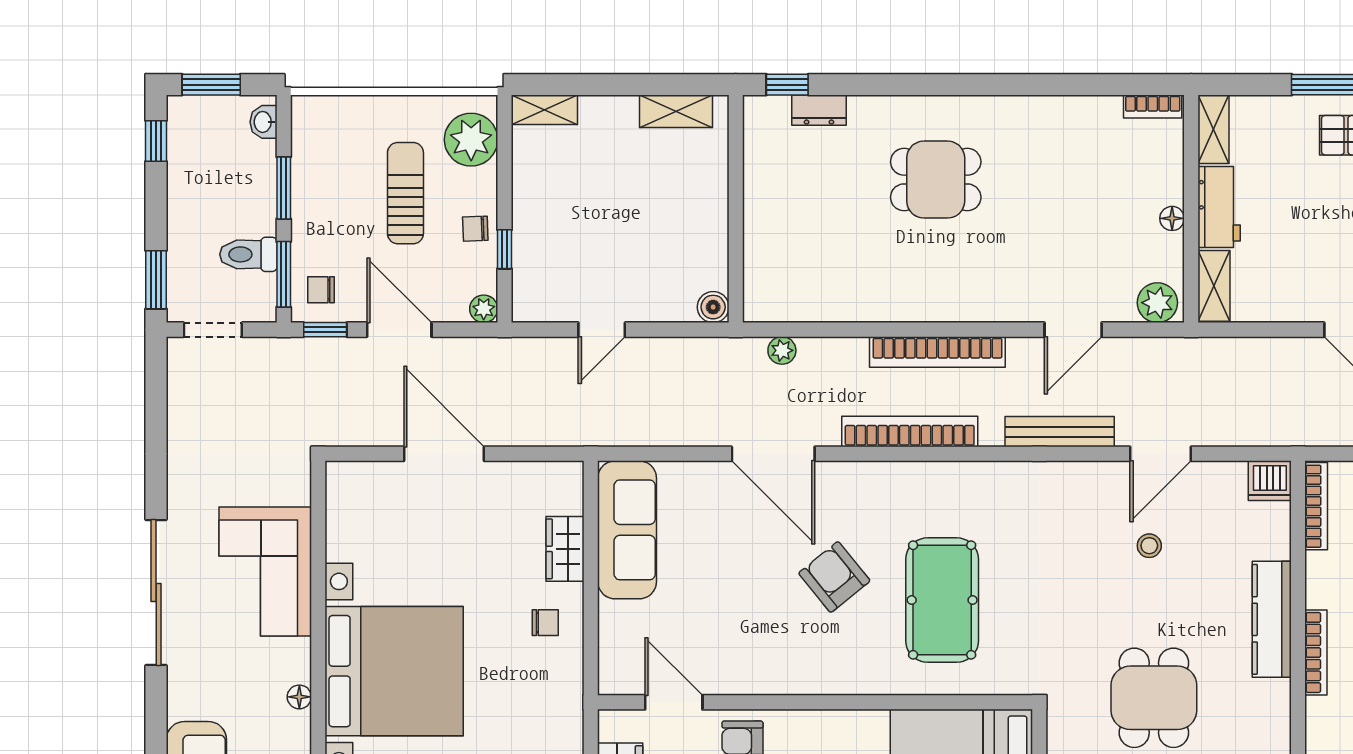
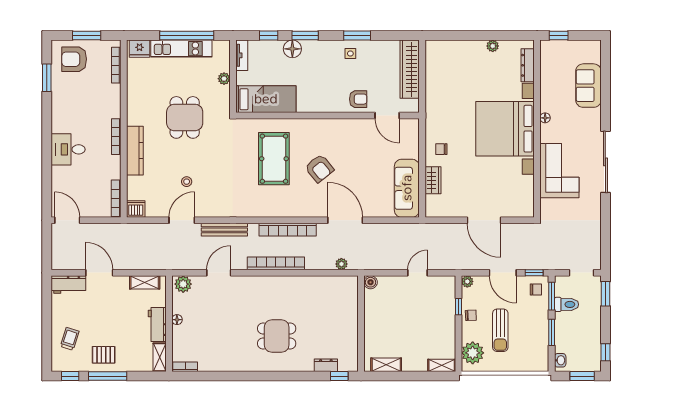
shelving: (1214, 286) -> (145, 282), moved, turned 90

